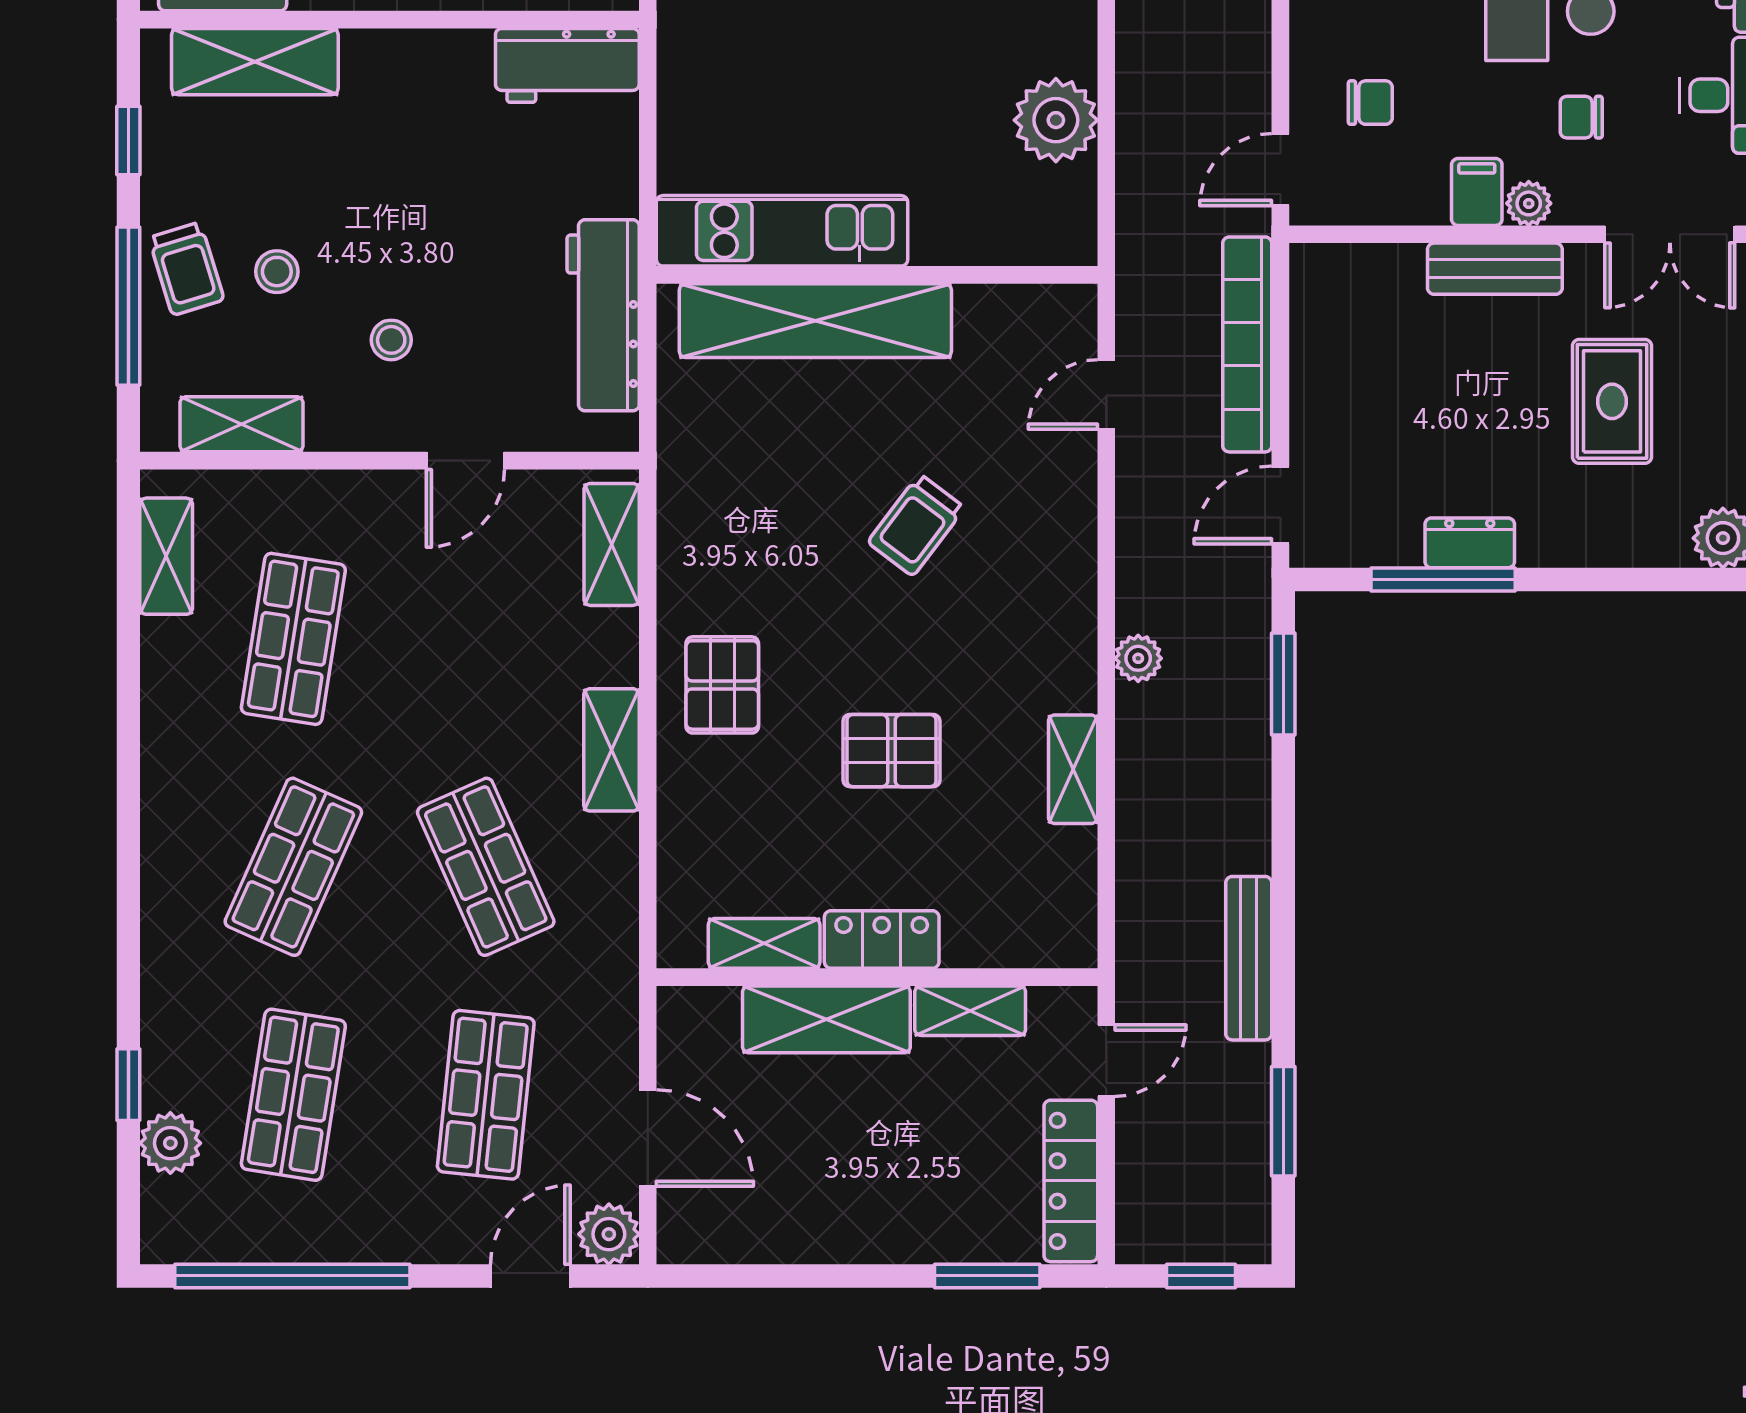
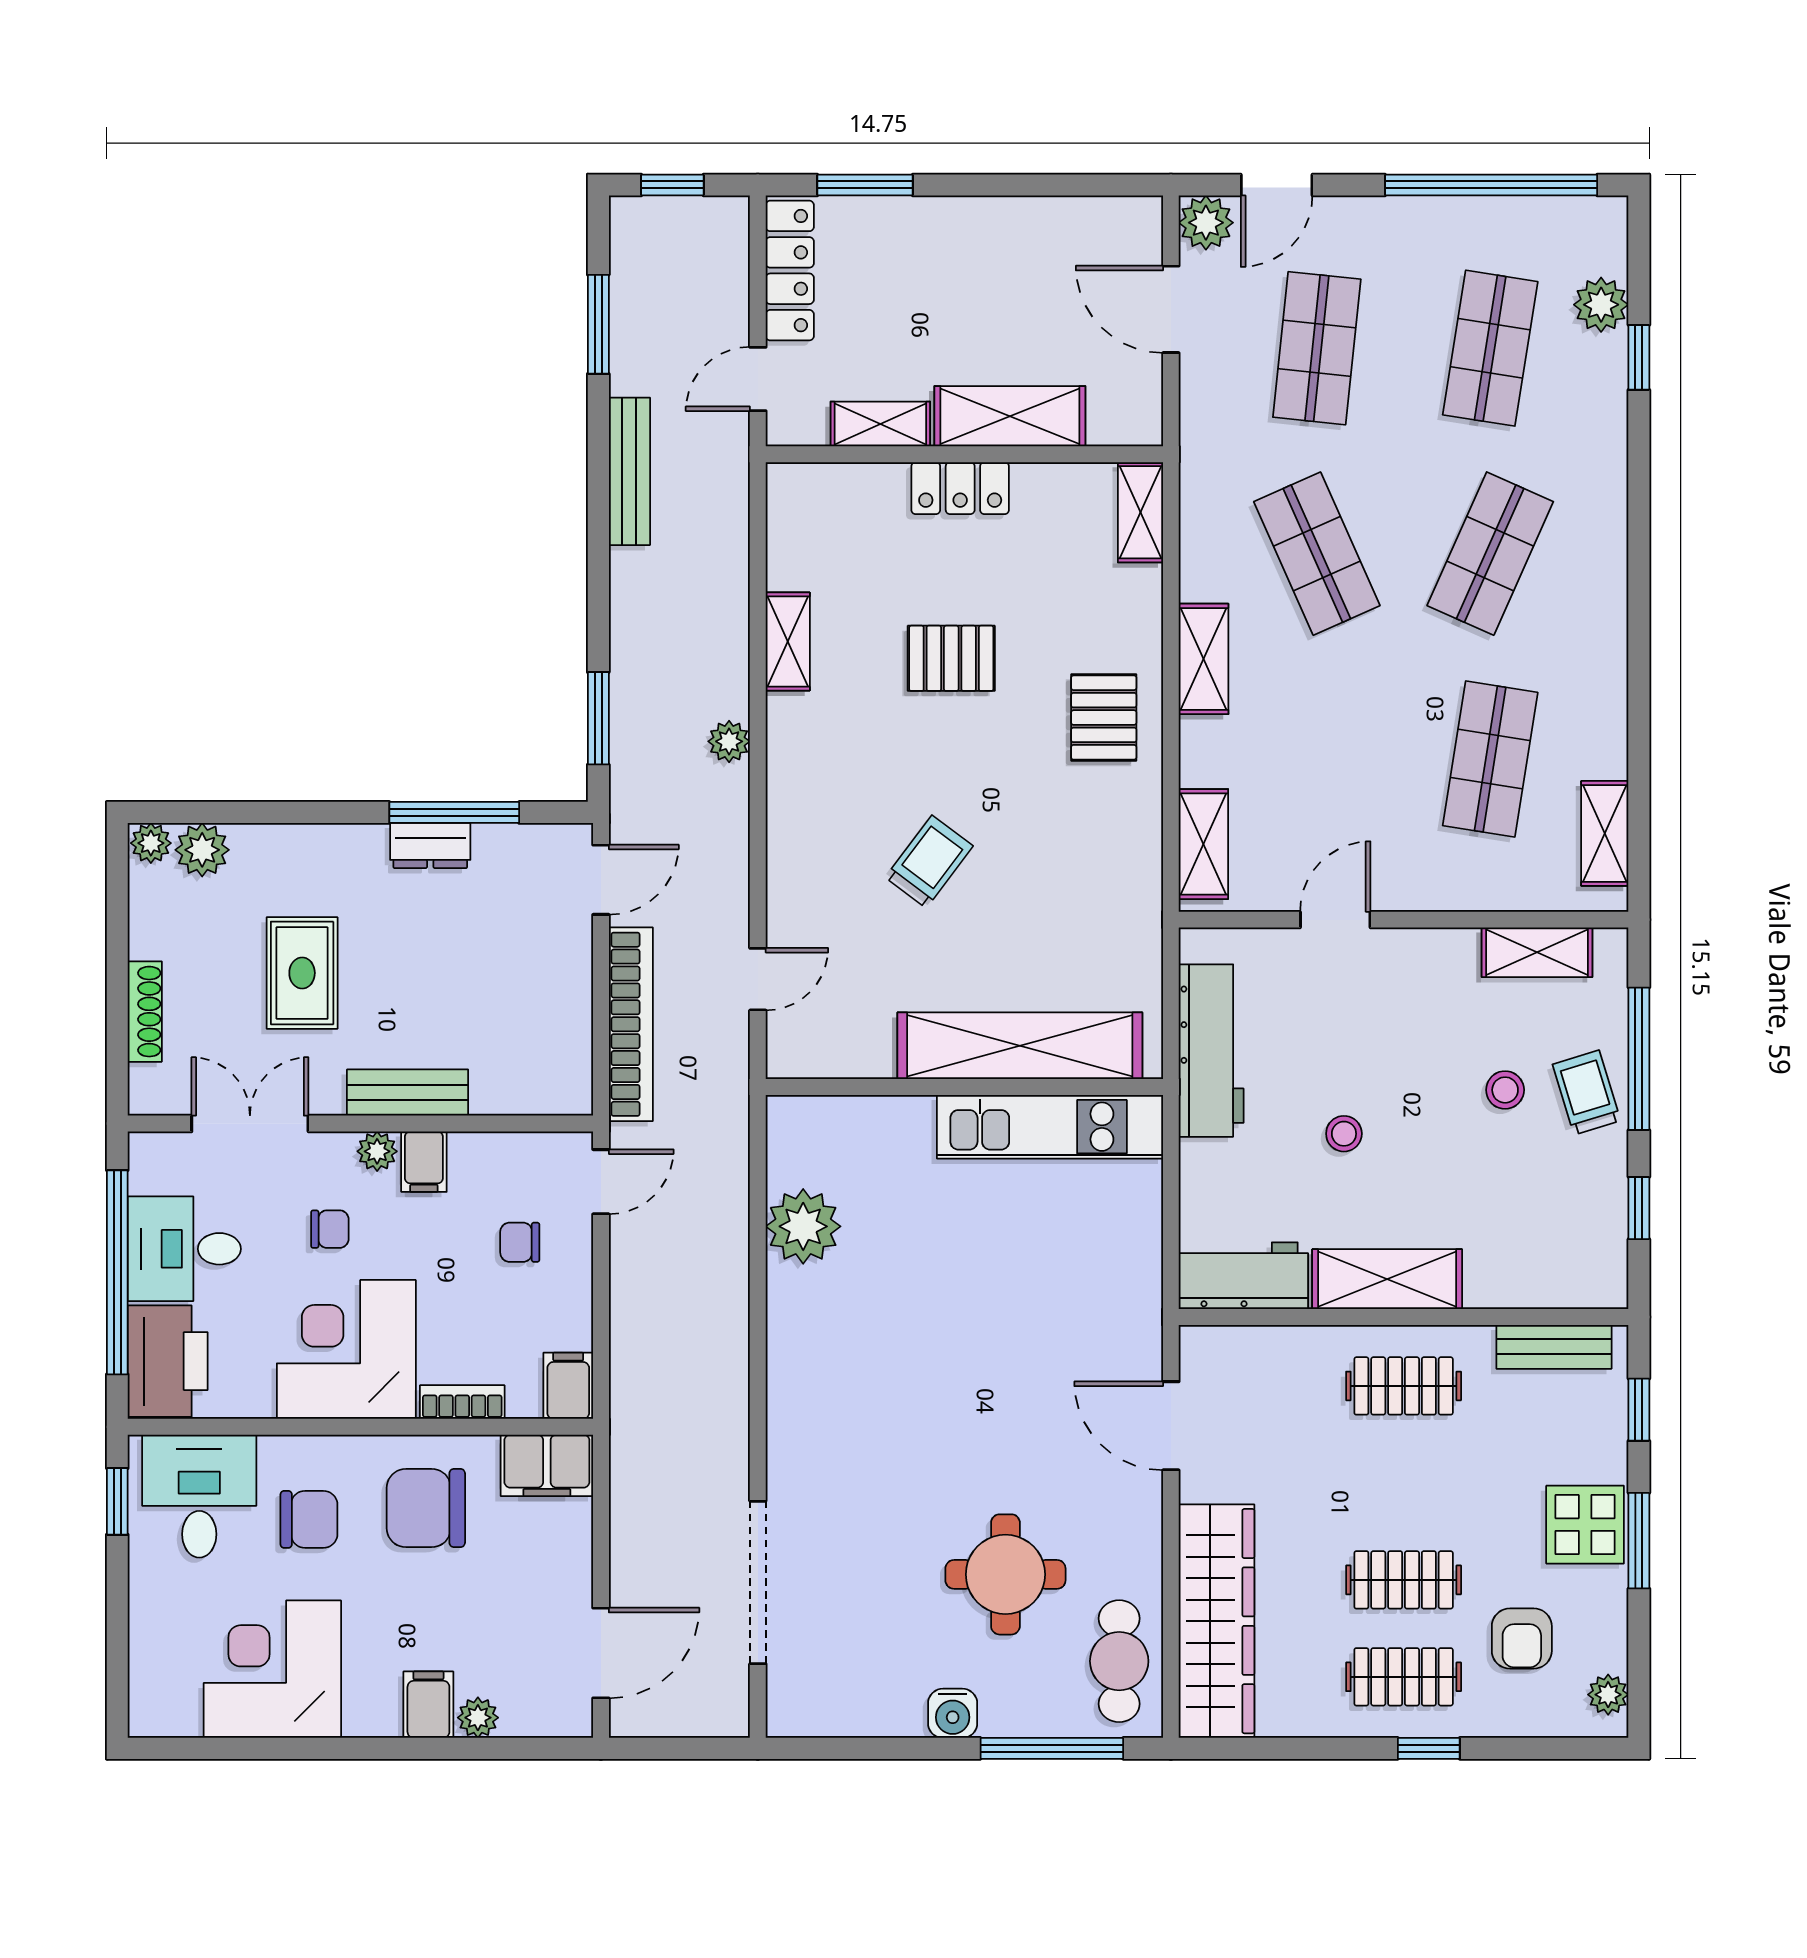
shelving: (255, 62) -> (1387, 1279), moved
stool: (391, 340) -> (1344, 1134), moved
shelving: (764, 943) -> (1140, 512), moved, turned 90

